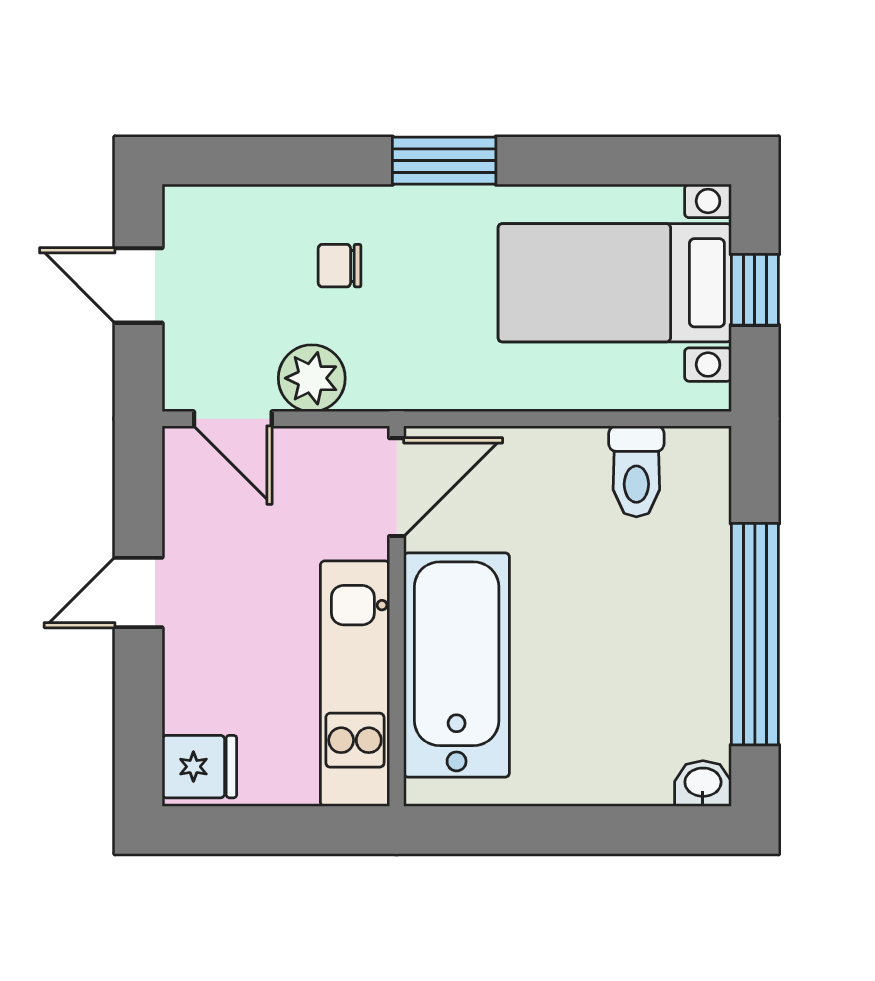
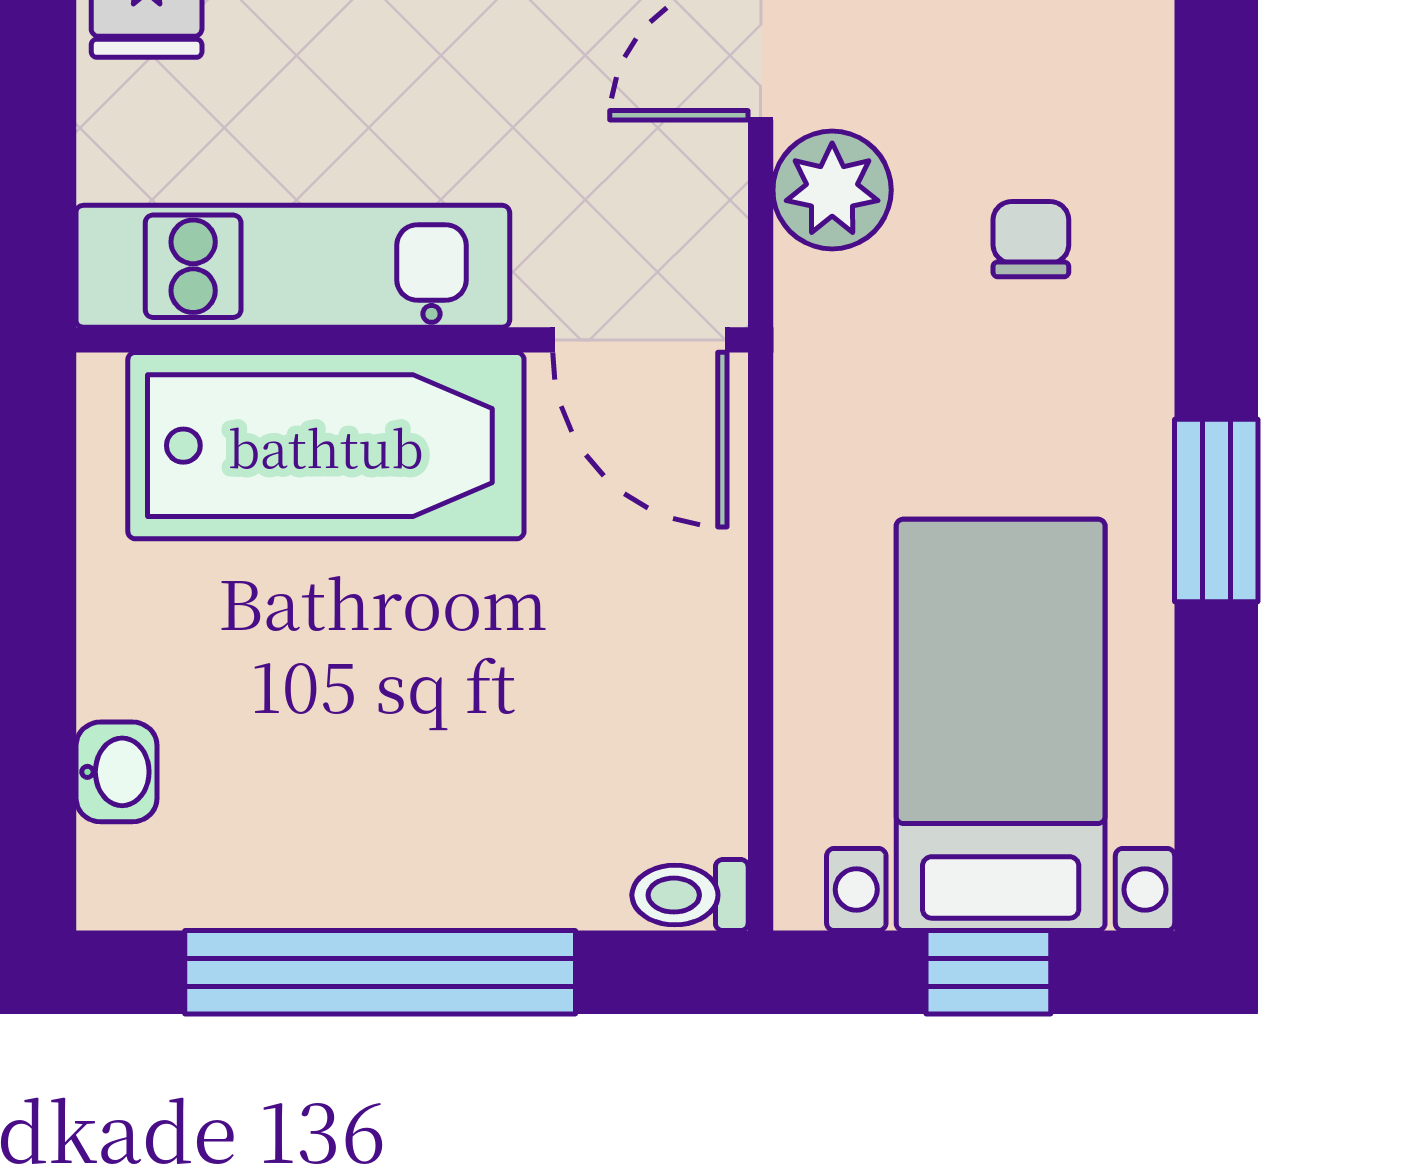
window: (444, 161) -> (1216, 510), moved
toilet: (636, 471) -> (690, 895), moved, width x0.73, depth x0.72
washbasin: (703, 784) -> (117, 772), moved

